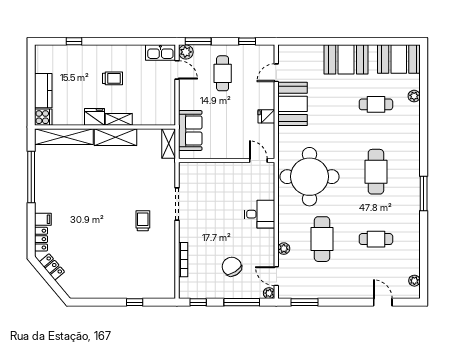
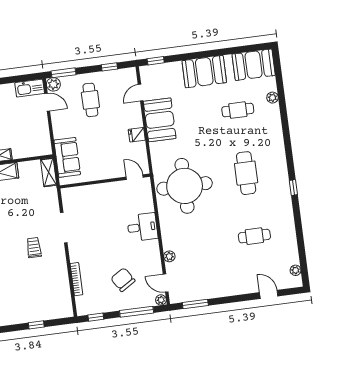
window: (297, 41) -> (156, 61), added
window: (424, 193) -> (293, 188), width x0.46
cafe table: (322, 239) -> (204, 243), removed

